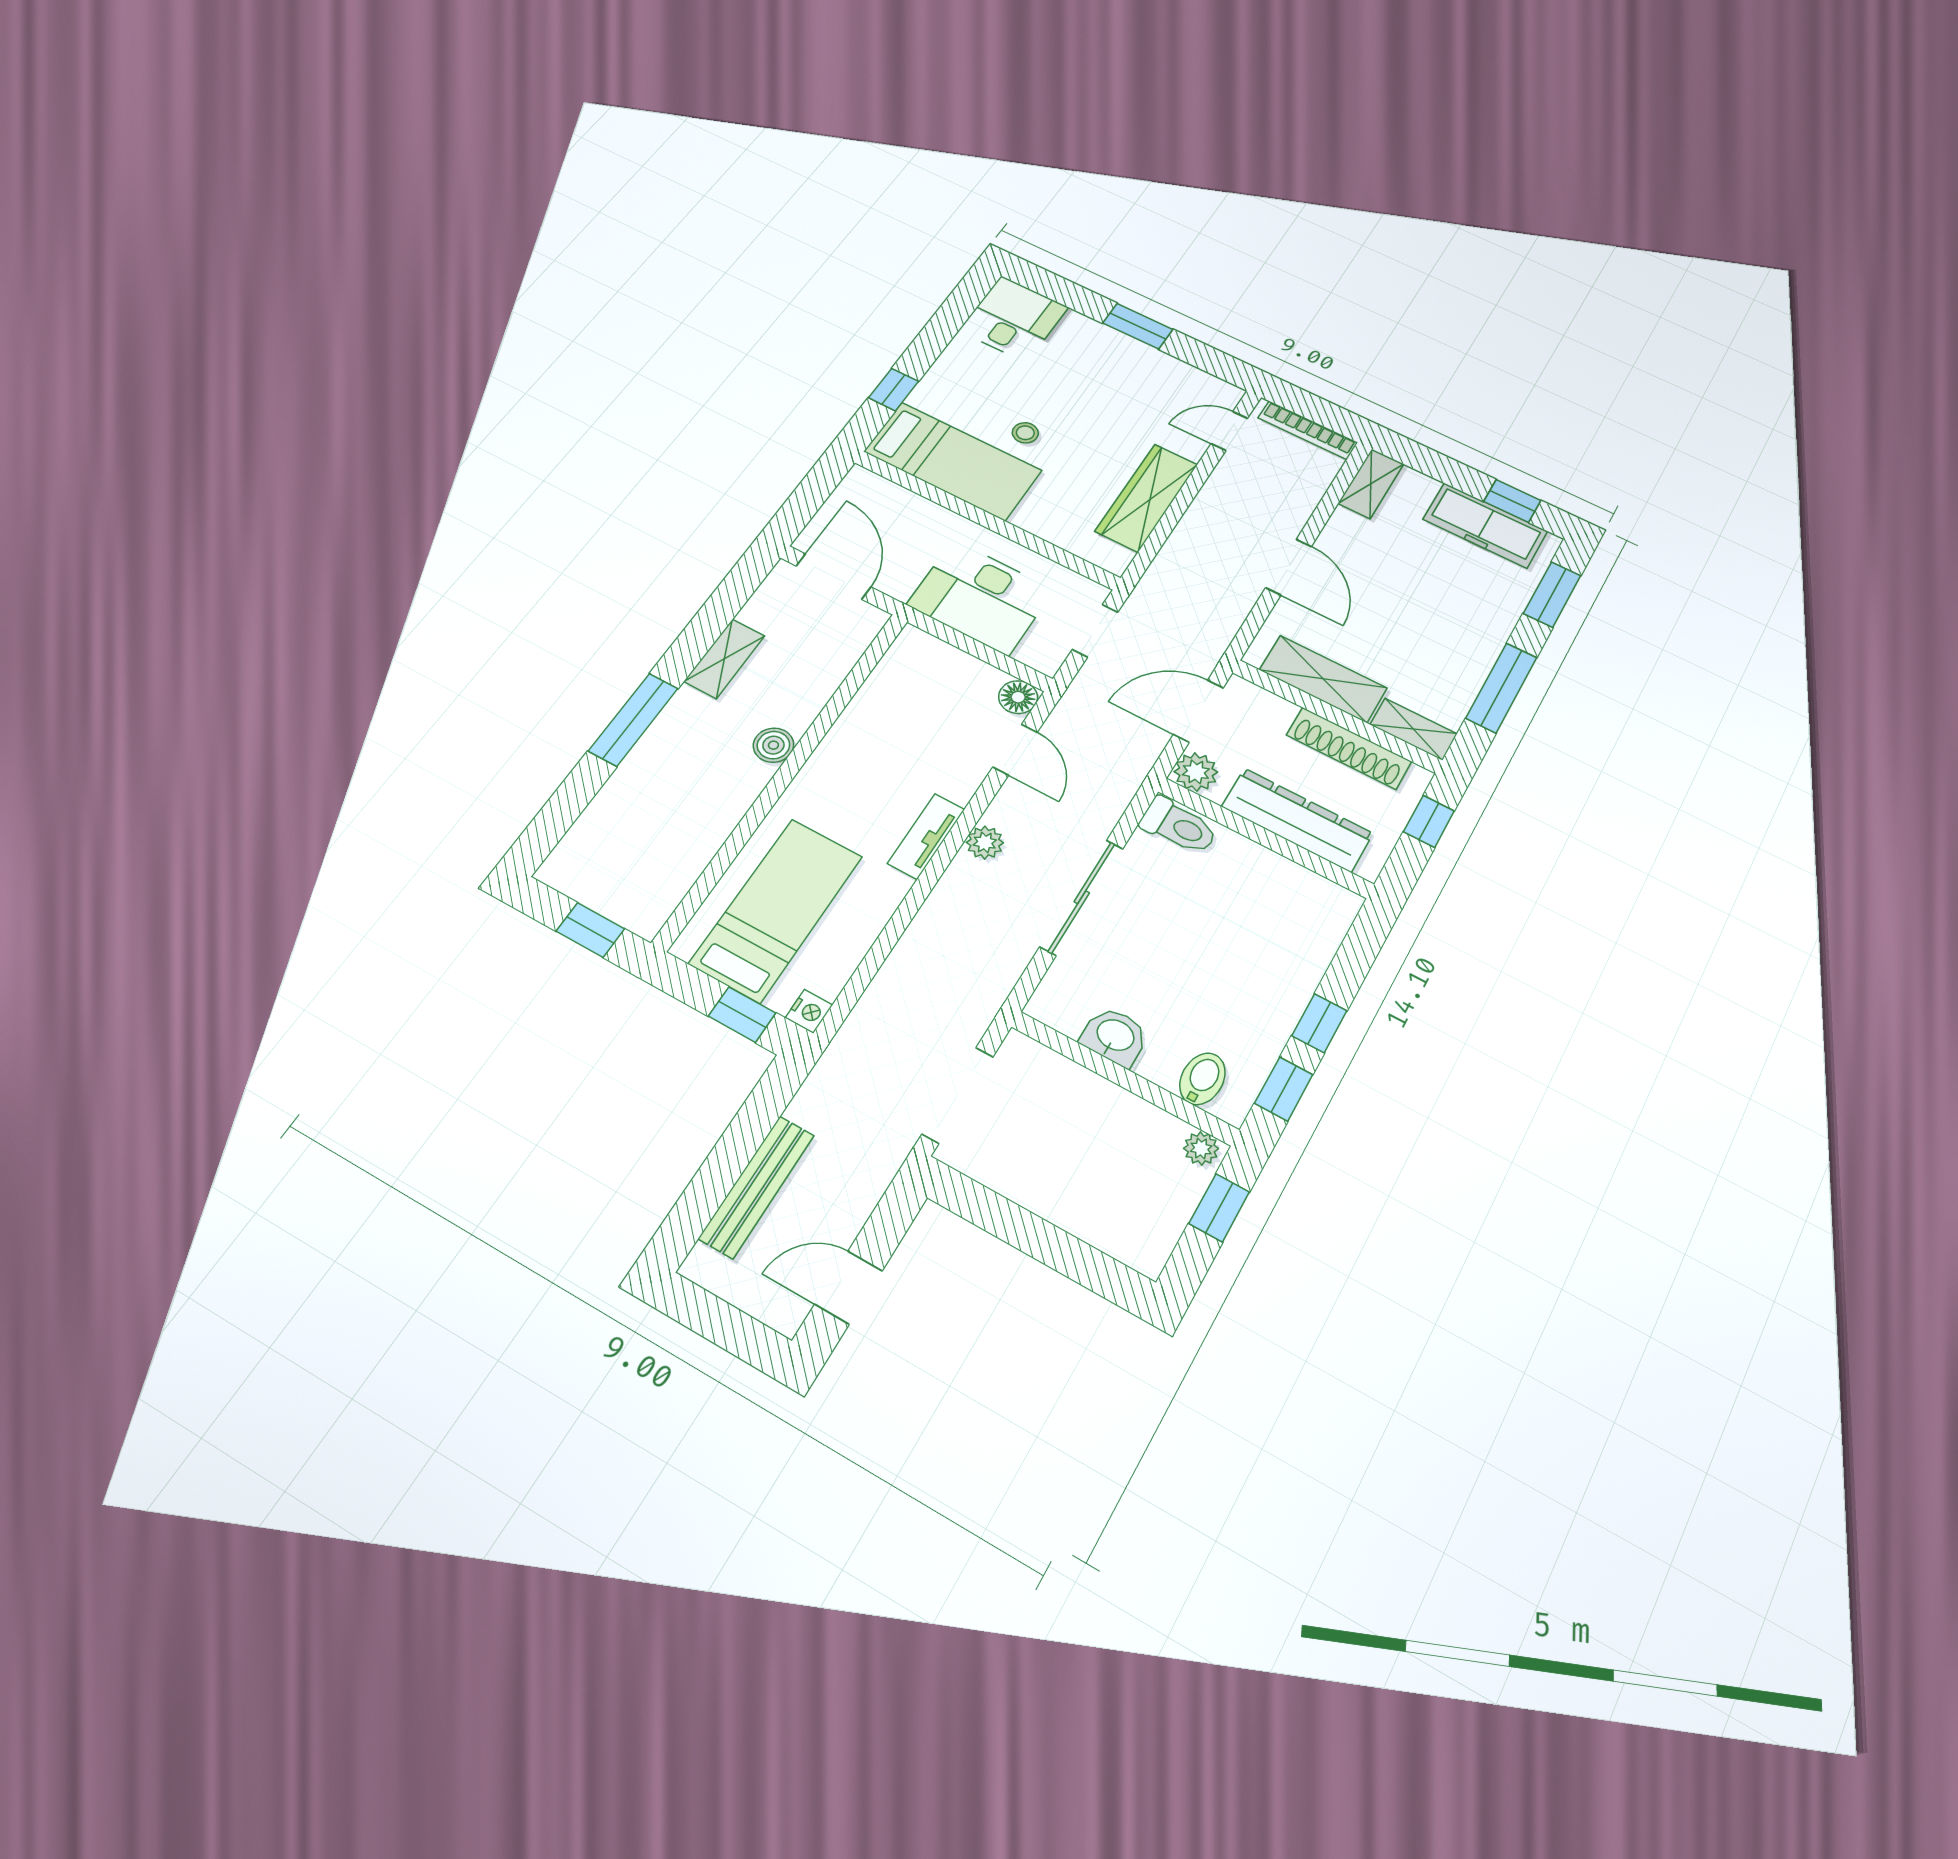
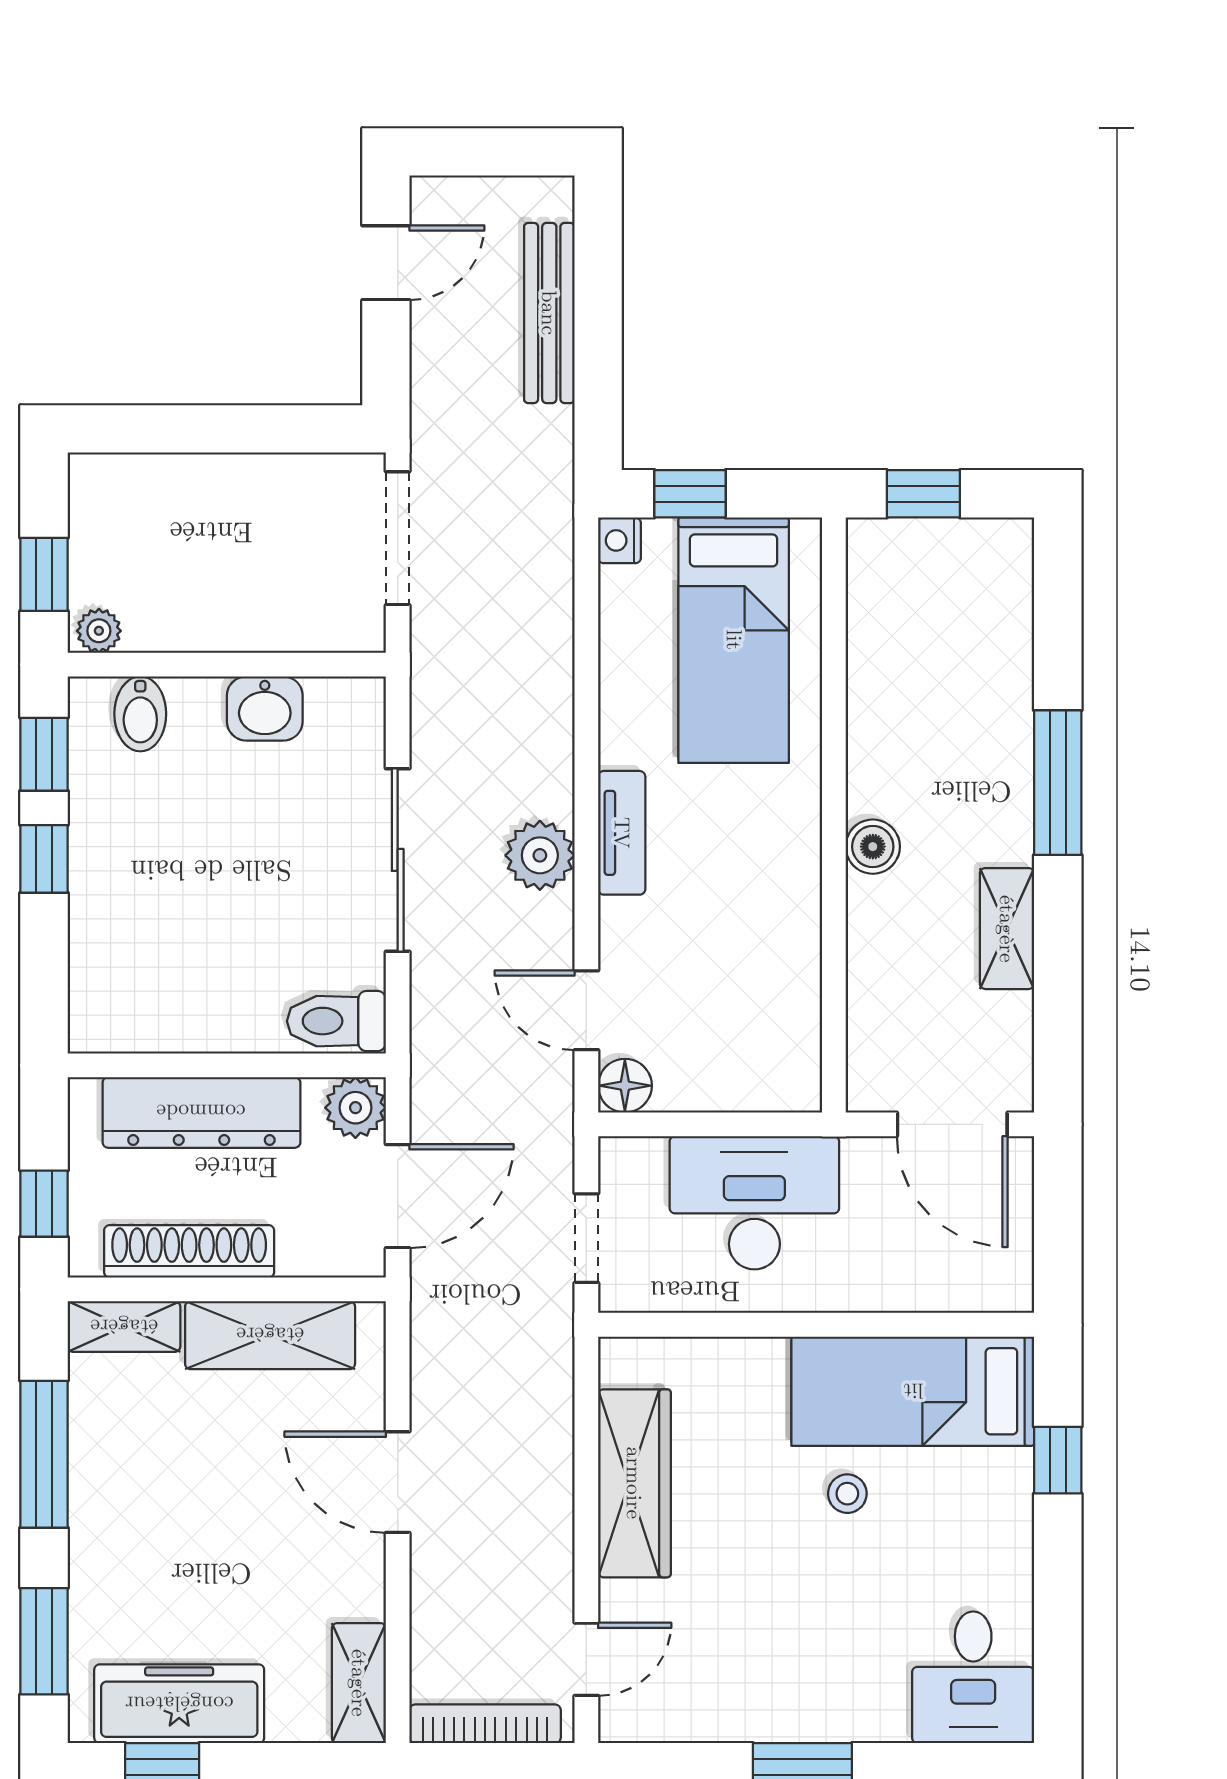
plant: (985, 843) -> (540, 855), width x1.38, depth x1.38

